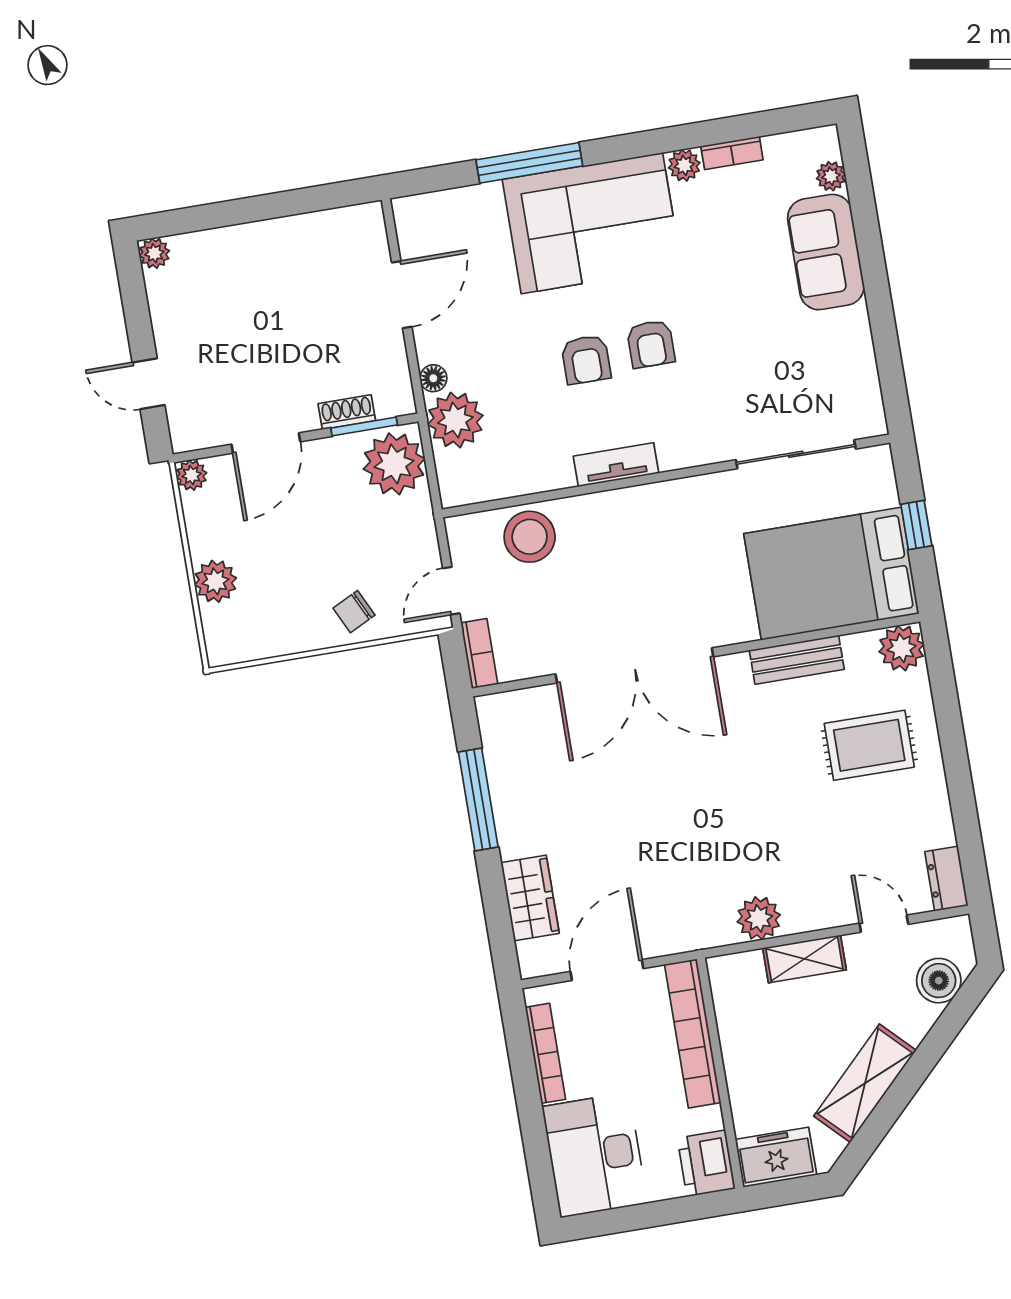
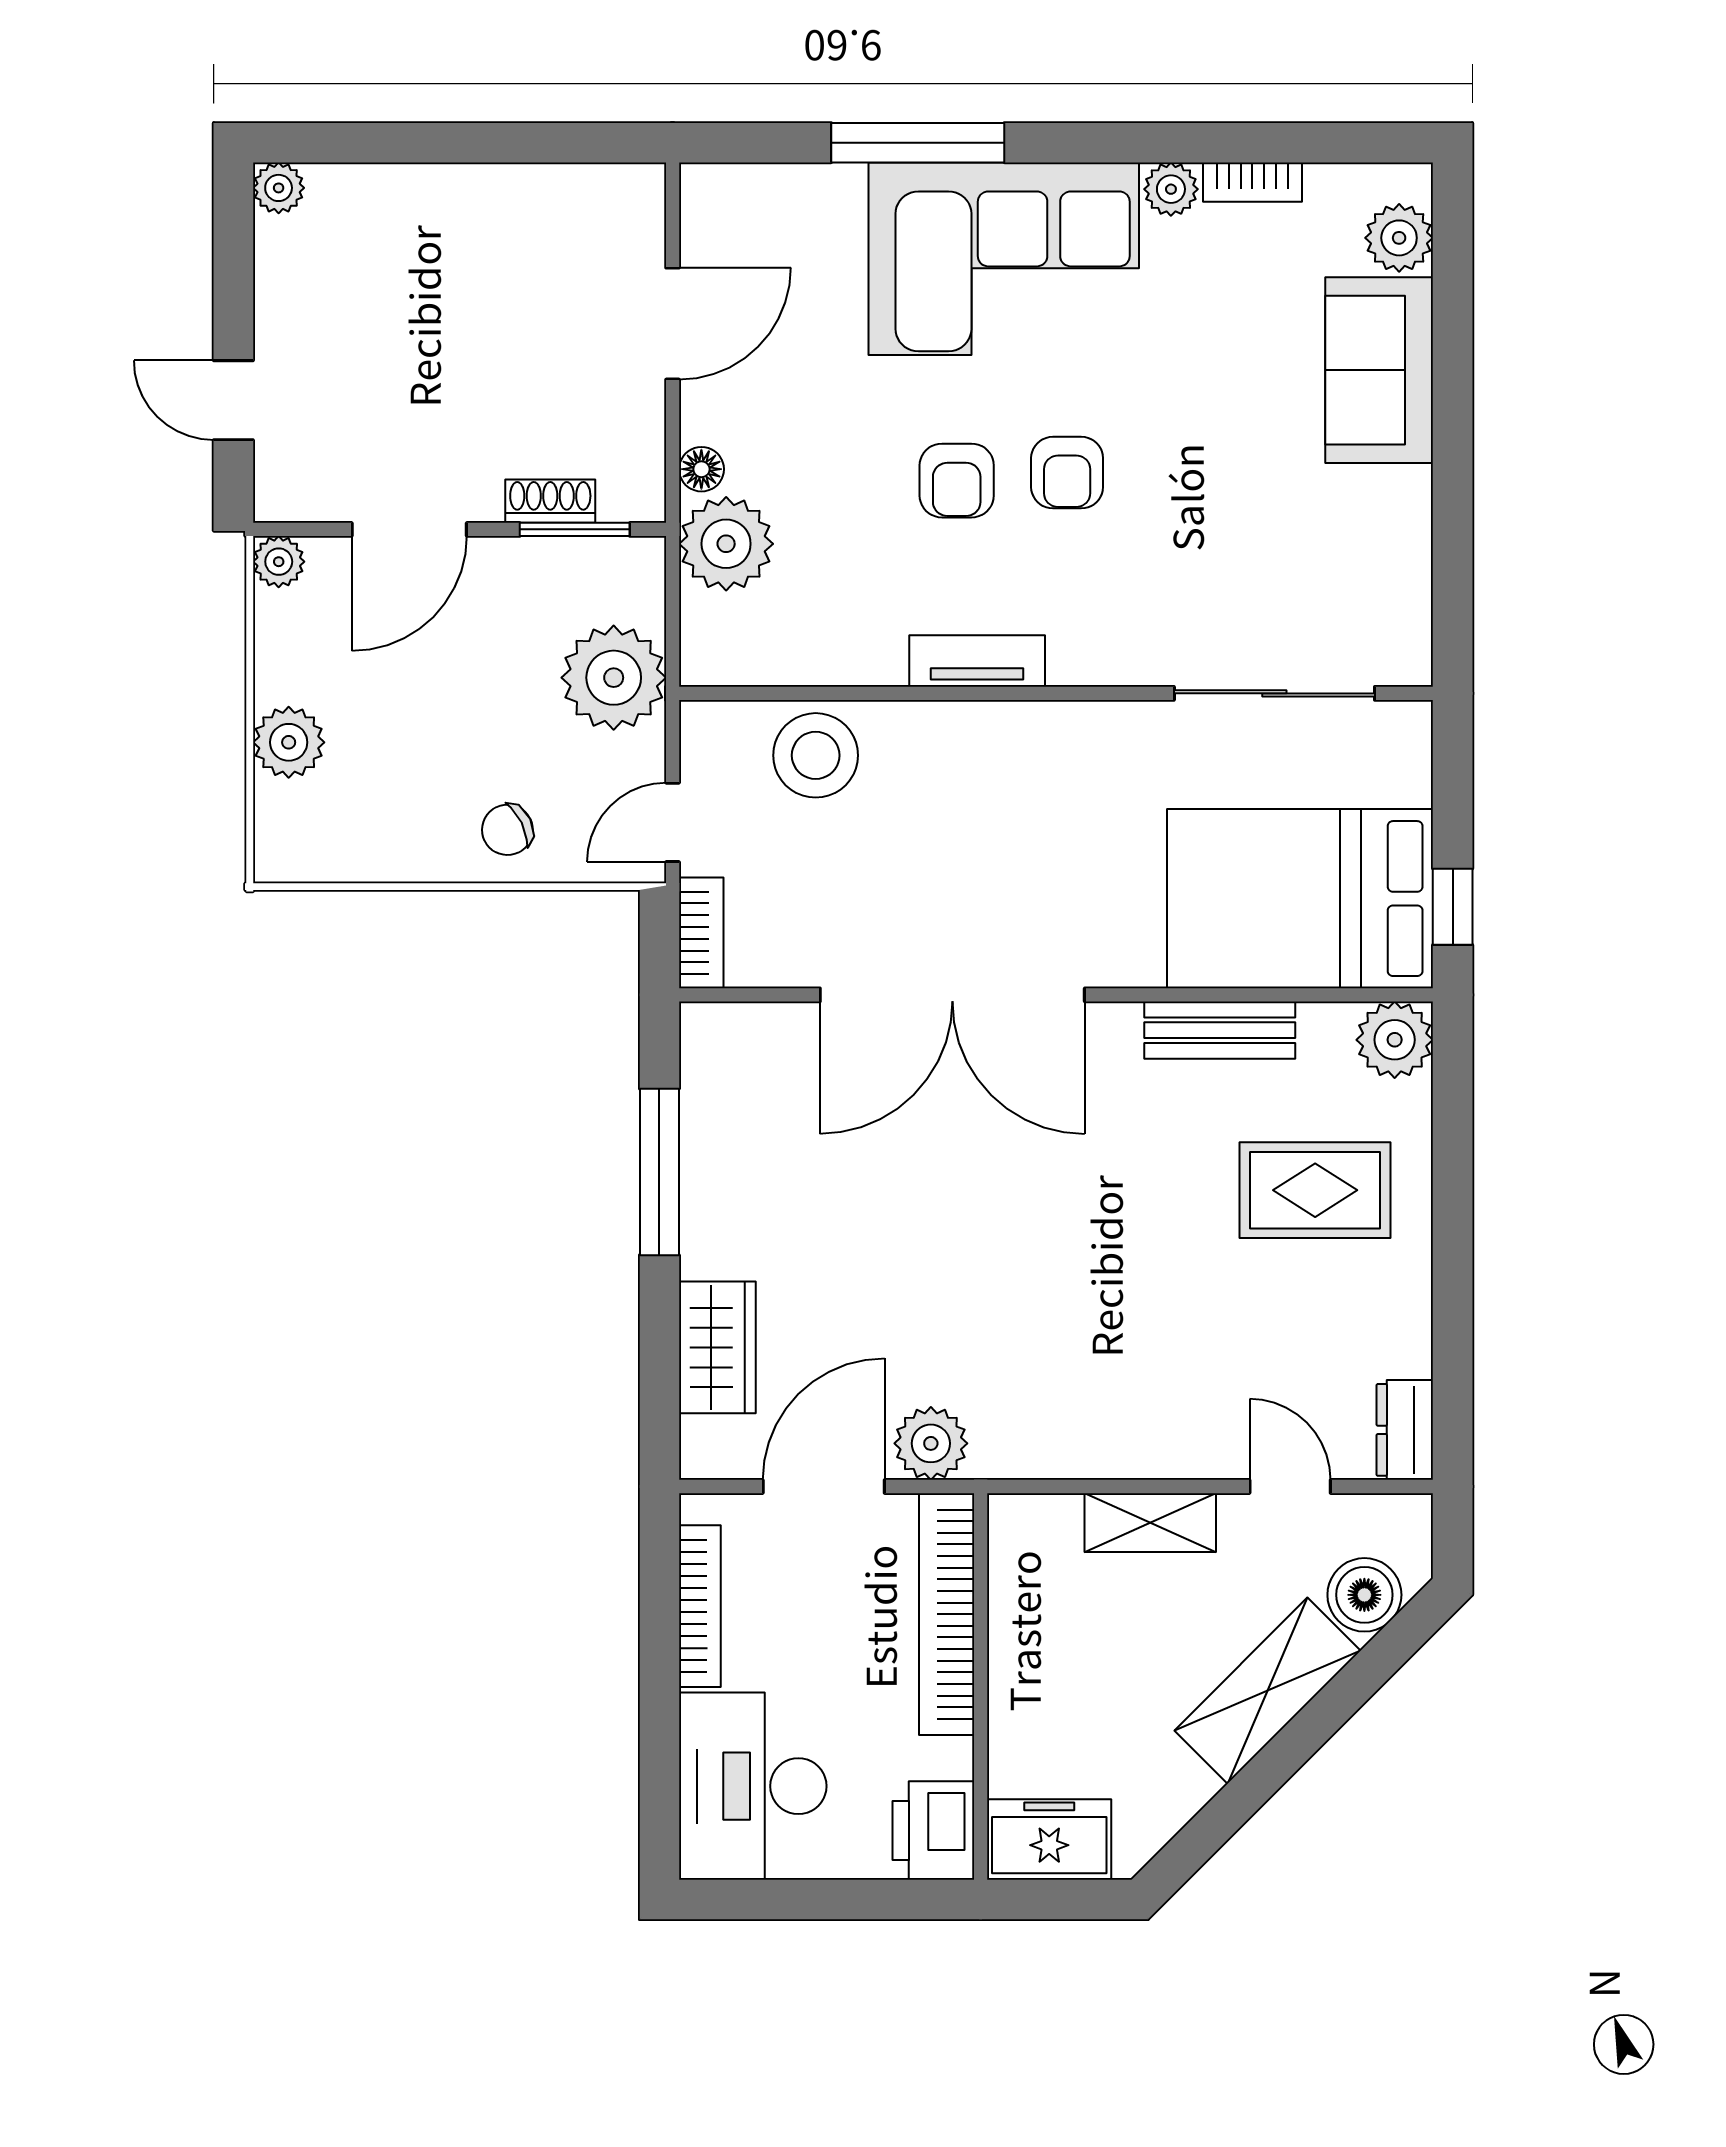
plant: (831, 176) -> (1399, 238), width x1.38, depth x1.38
plant: (394, 464) -> (614, 678), moved
window: (916, 525) -> (1453, 907), moved
plant: (759, 918) -> (931, 1443), moved
shelving: (865, 1083) -> (1268, 1691), moved

